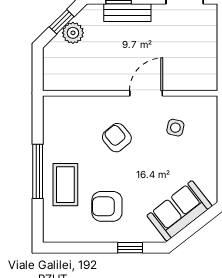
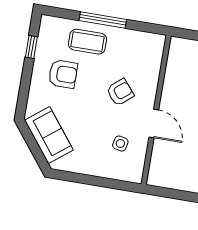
armchair: (107, 206) -> (63, 74), turned 90
window: (130, 248) -> (31, 47), moved

